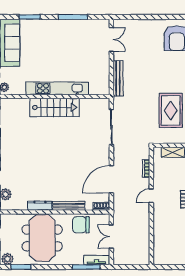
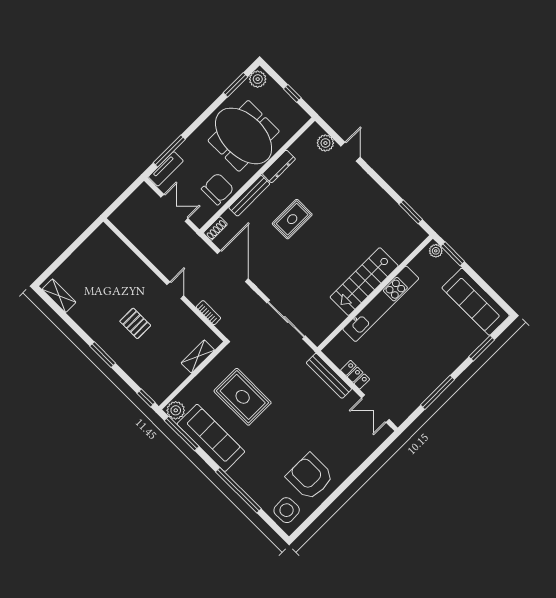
locker: (105, 66) -> (355, 375), added
rug: (59, 173) -> (292, 219), added

